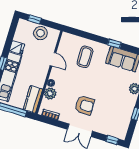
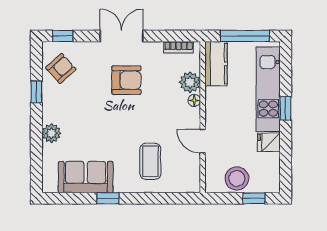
armchair: (85, 105) -> (126, 80), turned 180
armchair: (119, 123) -> (61, 68), added

